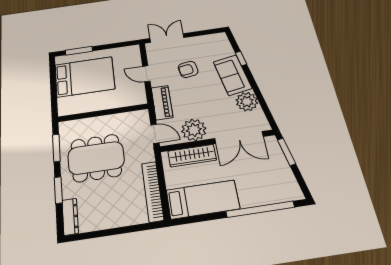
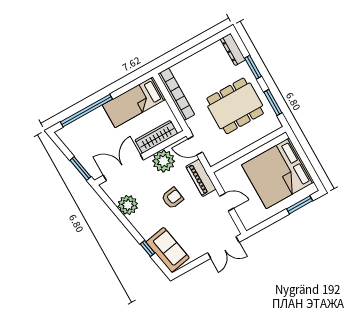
armchair: (188, 69) -> (172, 198), moved
sofa: (233, 75) -> (168, 250), moved
bed: (85, 77) -> (278, 173), width x1.36

